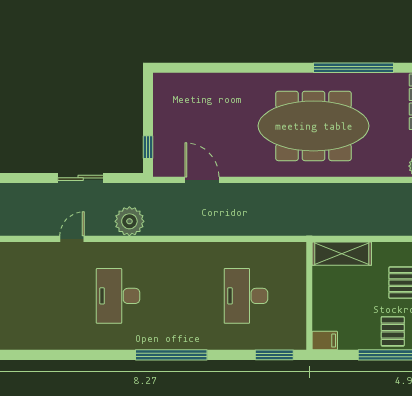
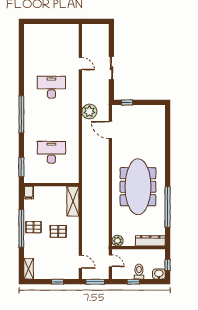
door: (202, 180) -> (110, 130), swing flipped
plant: (129, 221) -> (89, 112), moved

